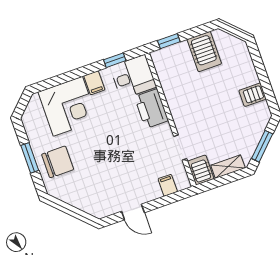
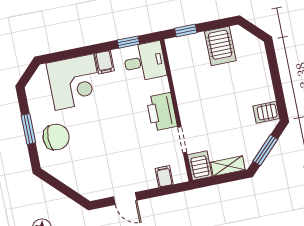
server rack: (253, 95) -> (266, 112), moved
printer: (151, 109) -> (162, 112), moved

